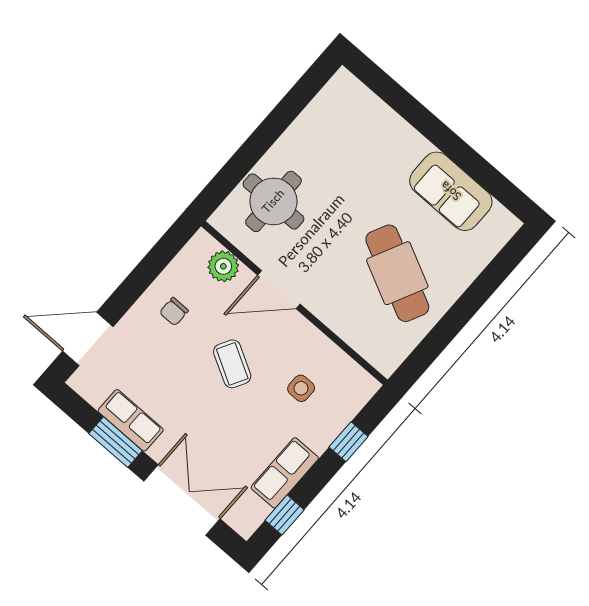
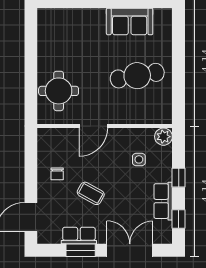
plant: (223, 266) -> (163, 137), moved
cafe table: (397, 273) -> (137, 76), turned -36
coffee table: (232, 364) -> (91, 193), moved
window: (349, 442) -> (179, 178), moved

